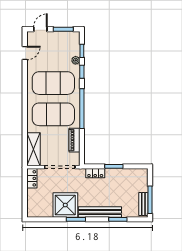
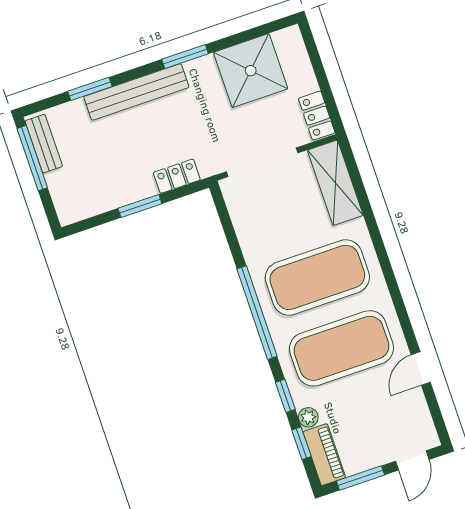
door: (25, 53) -> (421, 369), moved
piano: (74, 140) -> (324, 455), moved
shower: (65, 205) -> (251, 71), moved

